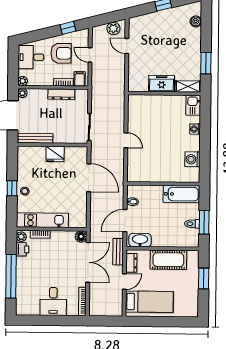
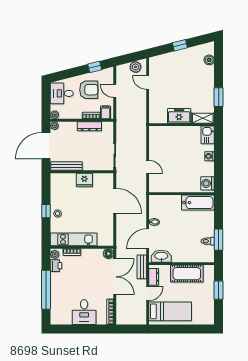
wall: (163, 184) -> (182, 194), moved
bathtub: (181, 194) -> (198, 203), moved

